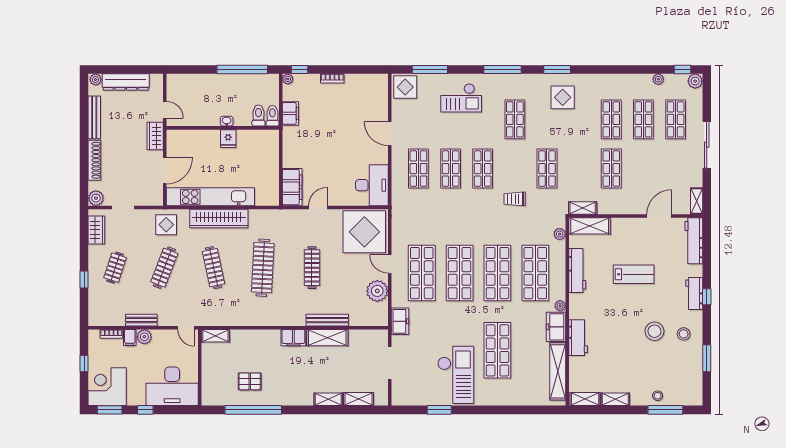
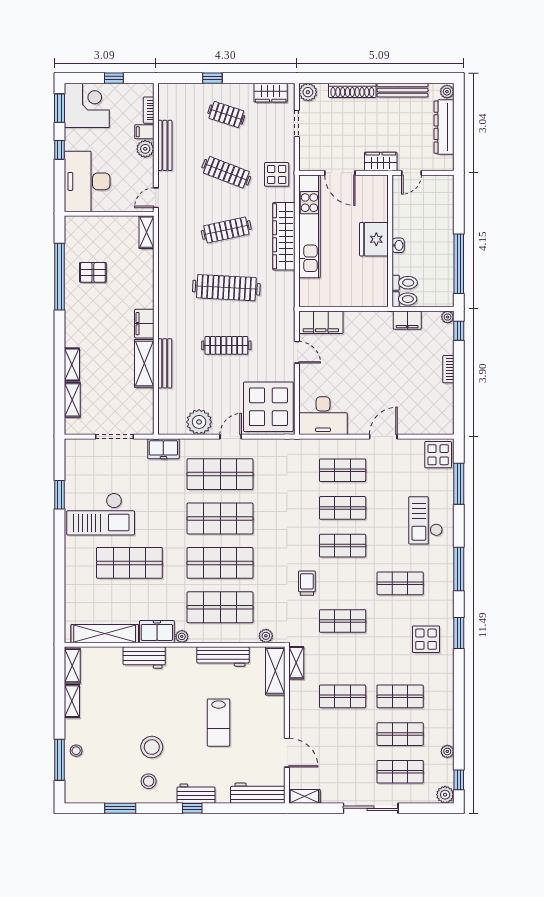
fridge: (228, 139) -> (374, 239), width x1.88, depth x1.34
bench: (141, 320) -> (165, 145), width x1.36
pallet: (250, 381) -> (93, 272), turned 90

